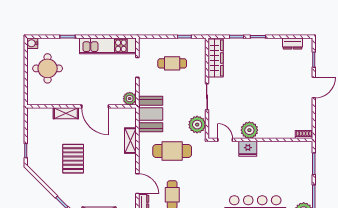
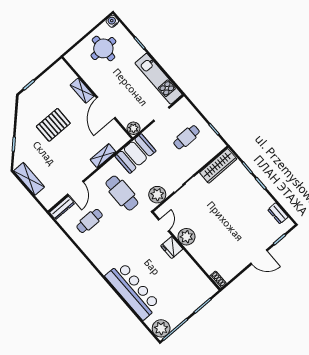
cafe table: (172, 63) -> (187, 137), turned 90

